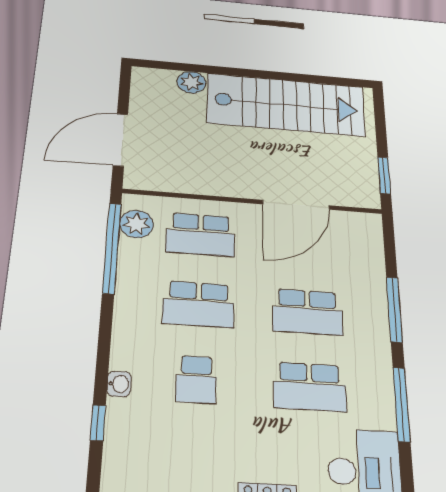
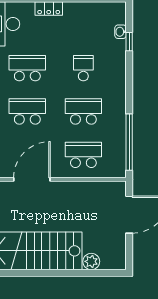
plant: (137, 224) -> (117, 158), removed
washbasin: (119, 384) -> (121, 32), moved

